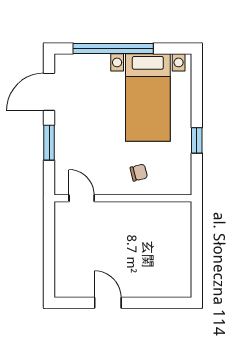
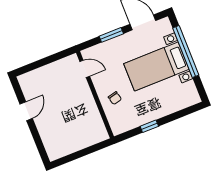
bed with nightstands: (148, 98) -> (156, 67), moved
door: (82, 198) -> (85, 69), hinge flipped

